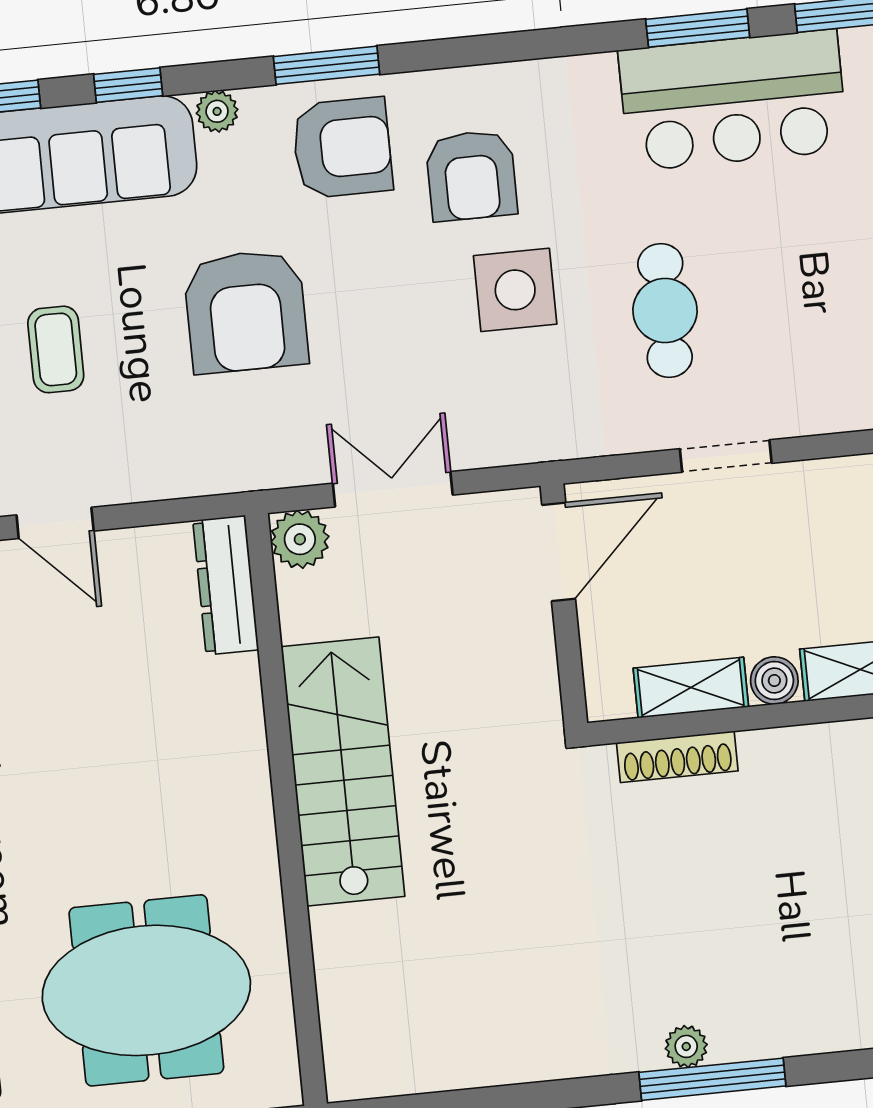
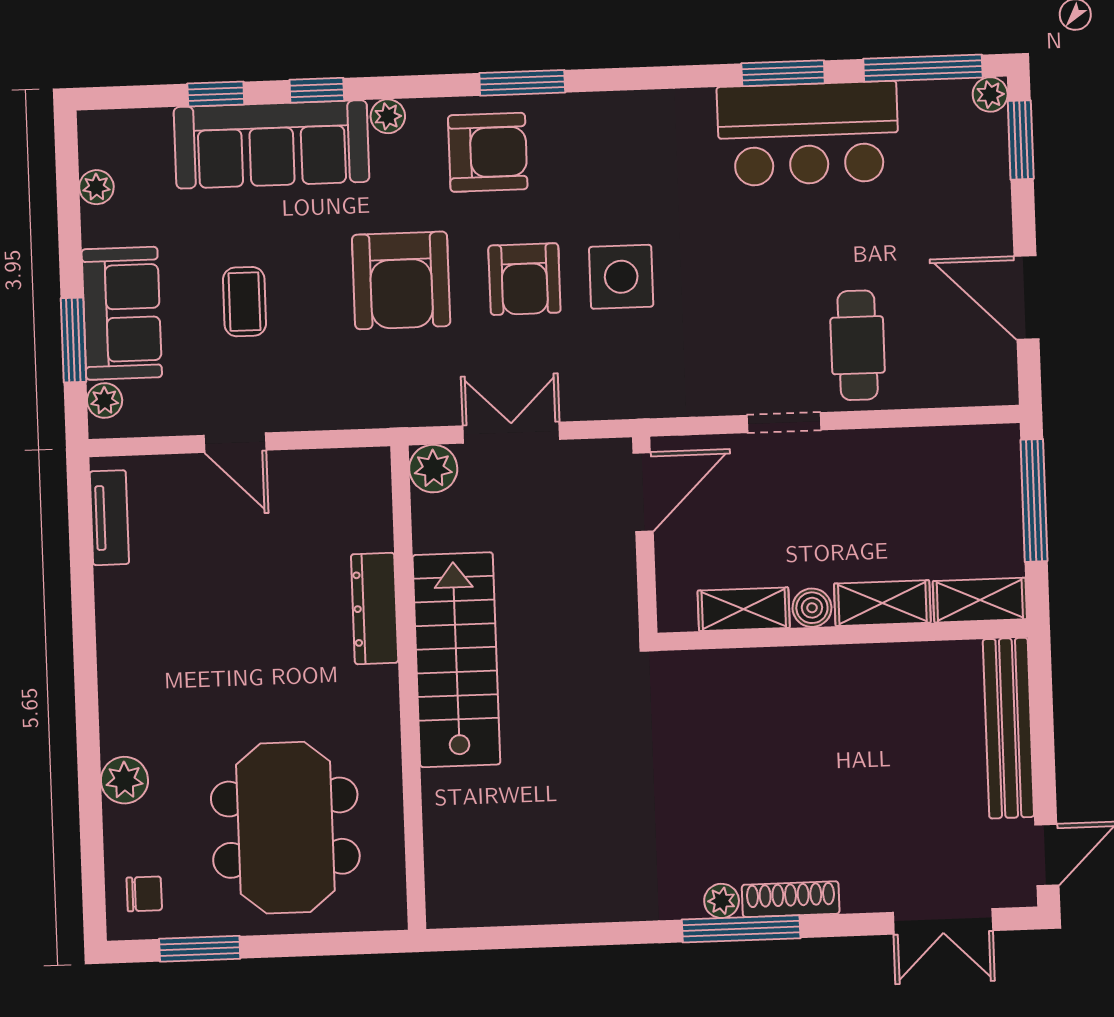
window: (326, 65) -> (522, 83), moved
armchair: (471, 175) -> (524, 279), moved
cafe table: (665, 310) -> (858, 345), moved
dresser: (226, 585) -> (375, 608), moved
shoe rack: (677, 757) -> (791, 899), moved, turned 180
meeting table: (146, 990) -> (285, 828), turned 90

